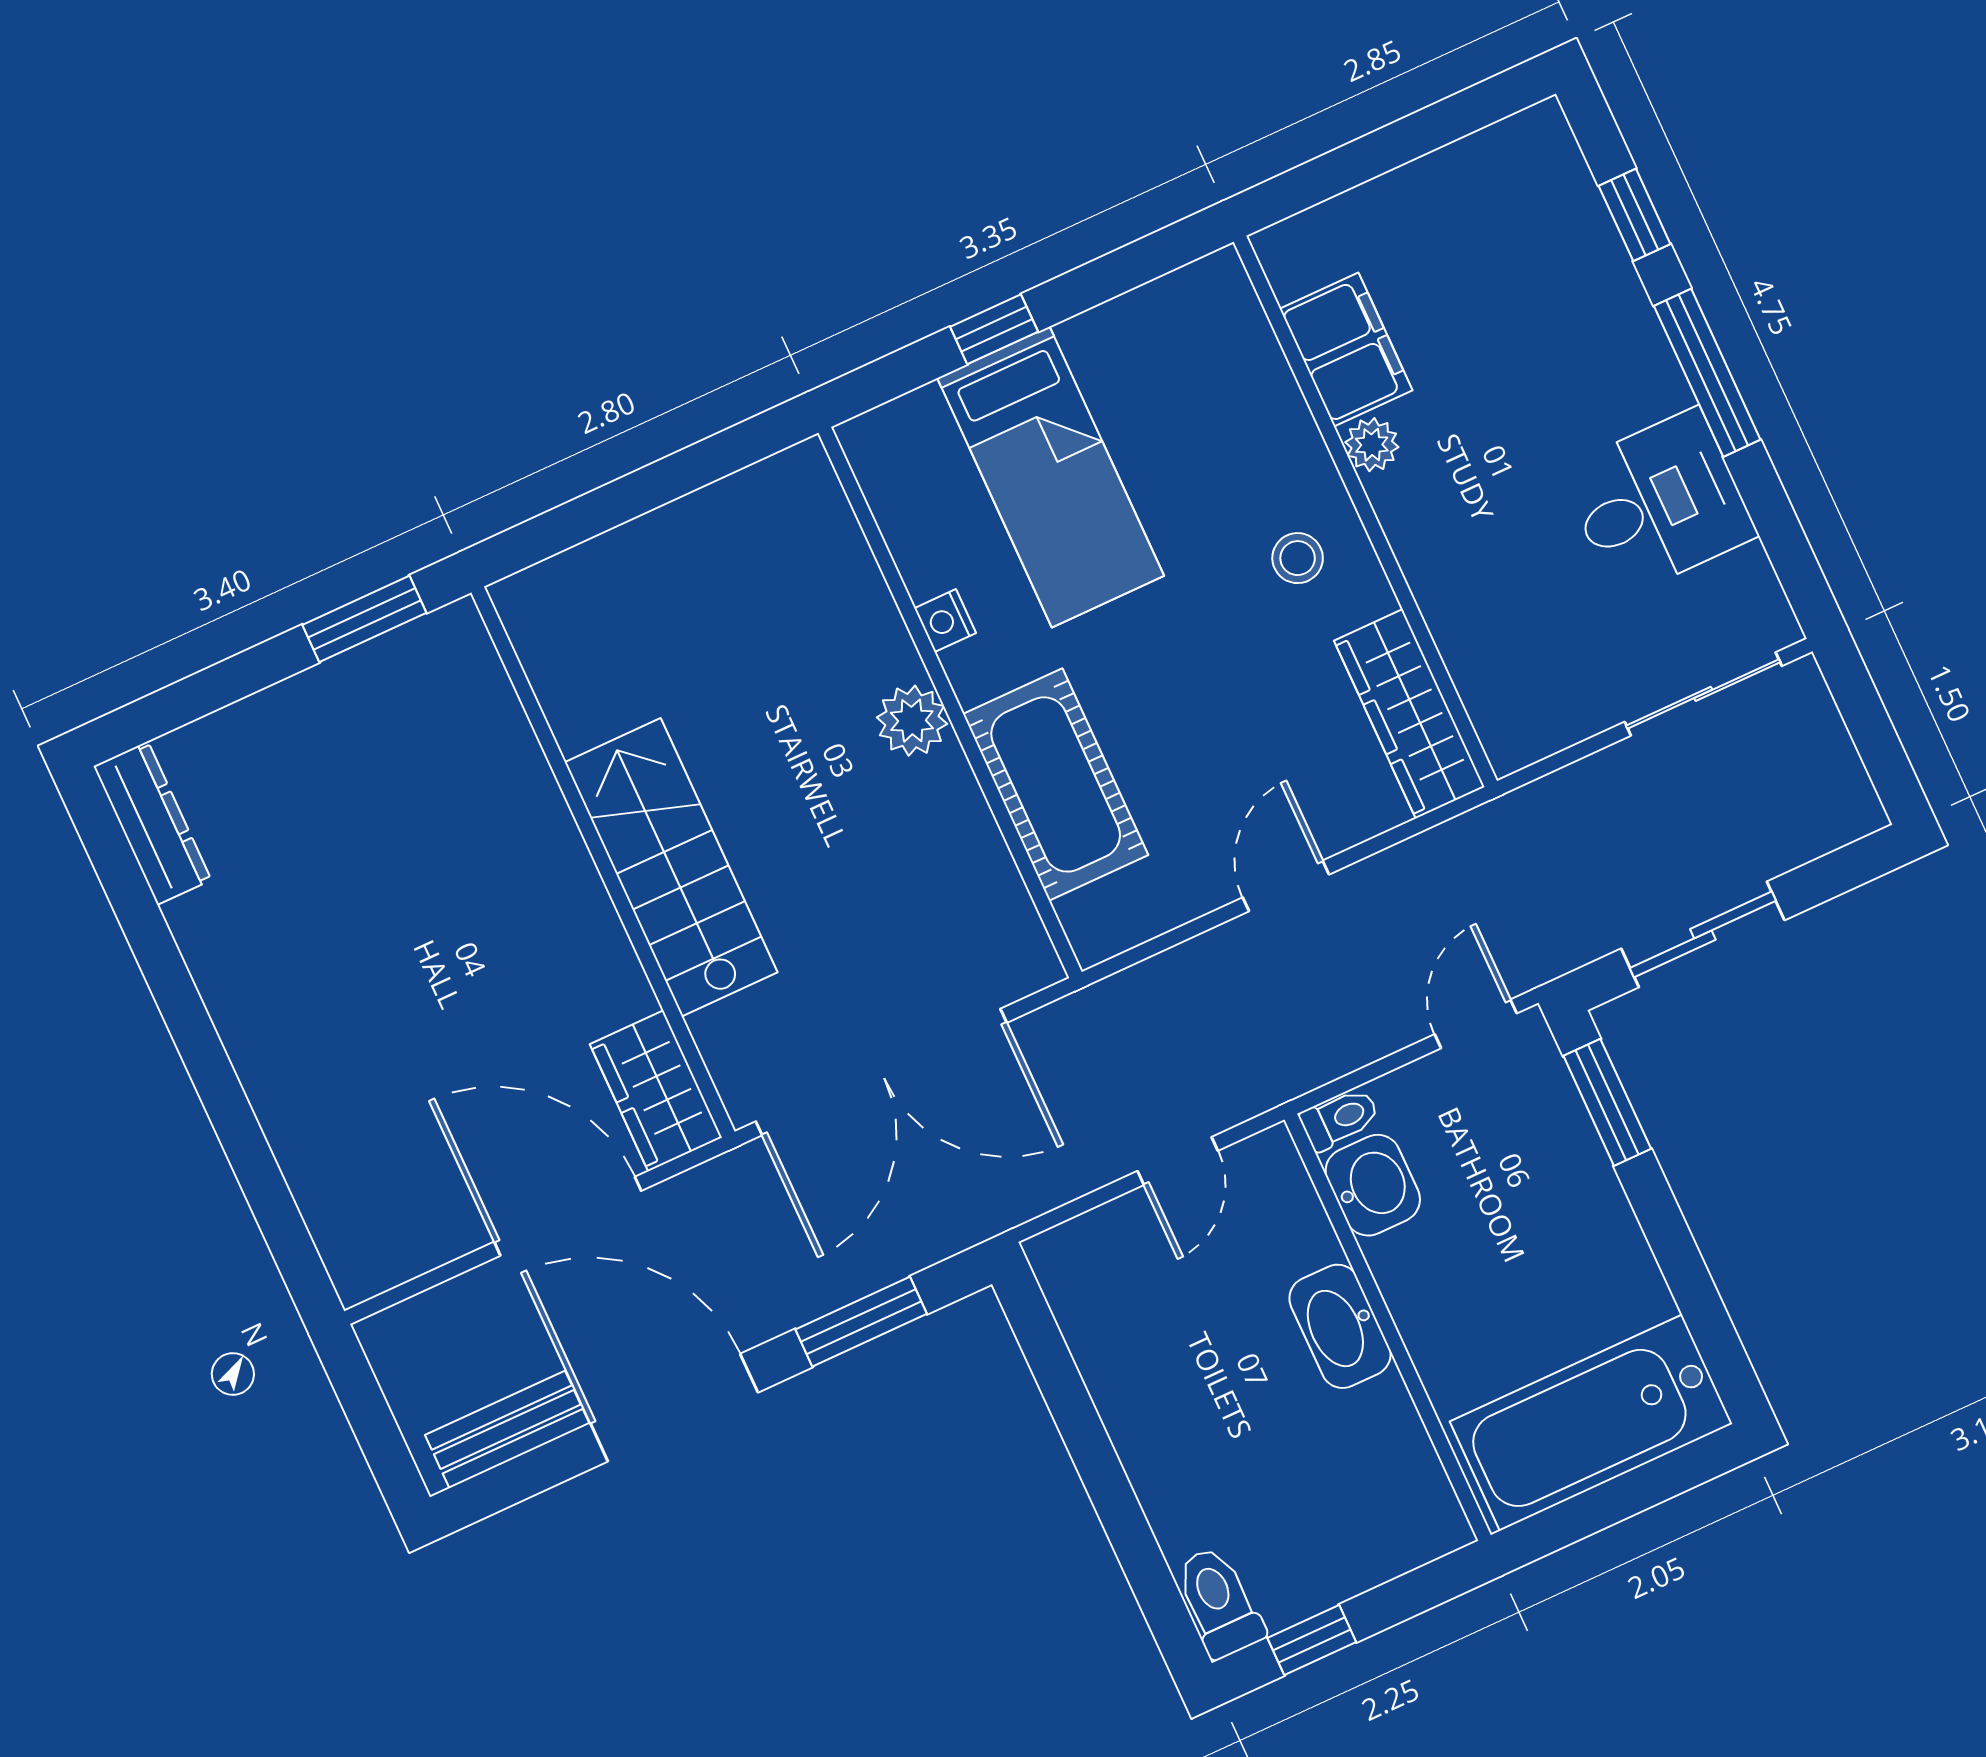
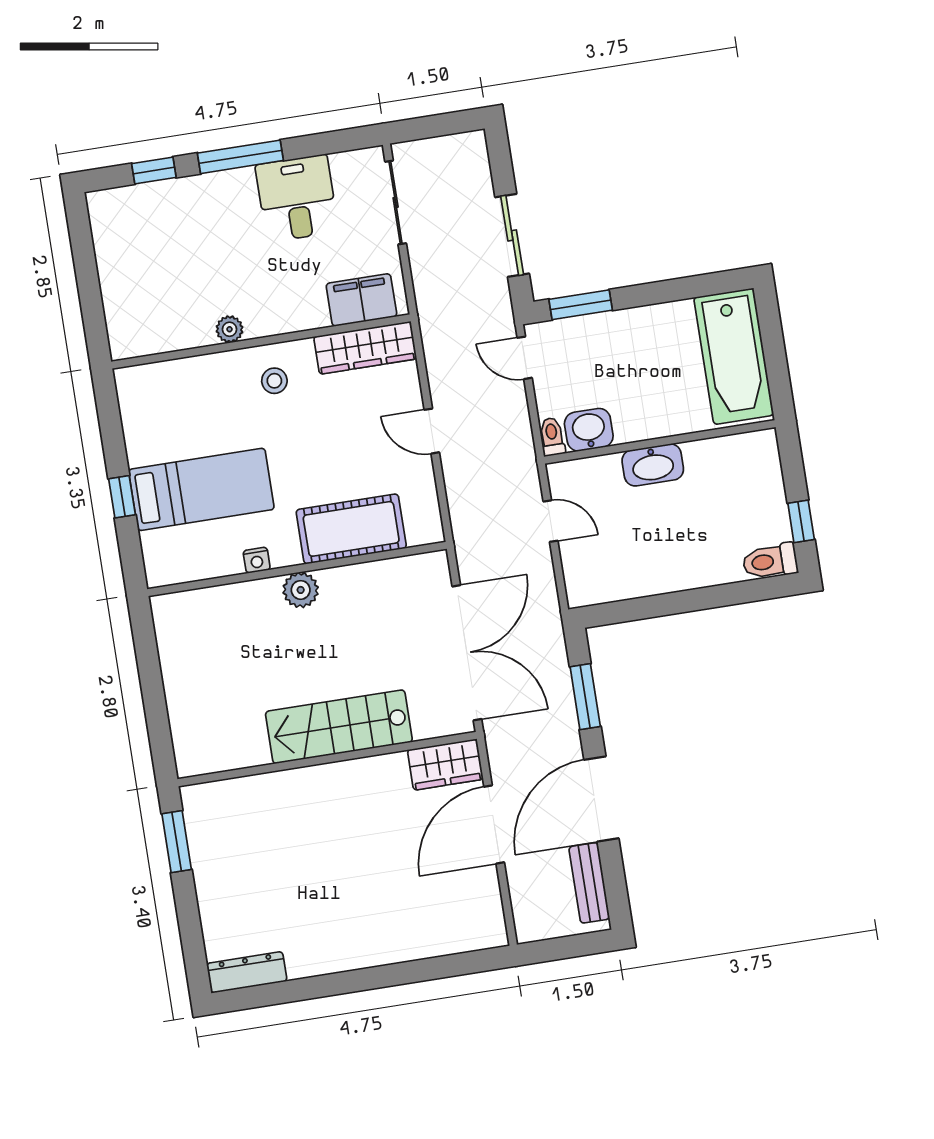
filing cabinet: (1346, 349) -> (361, 300), moved

